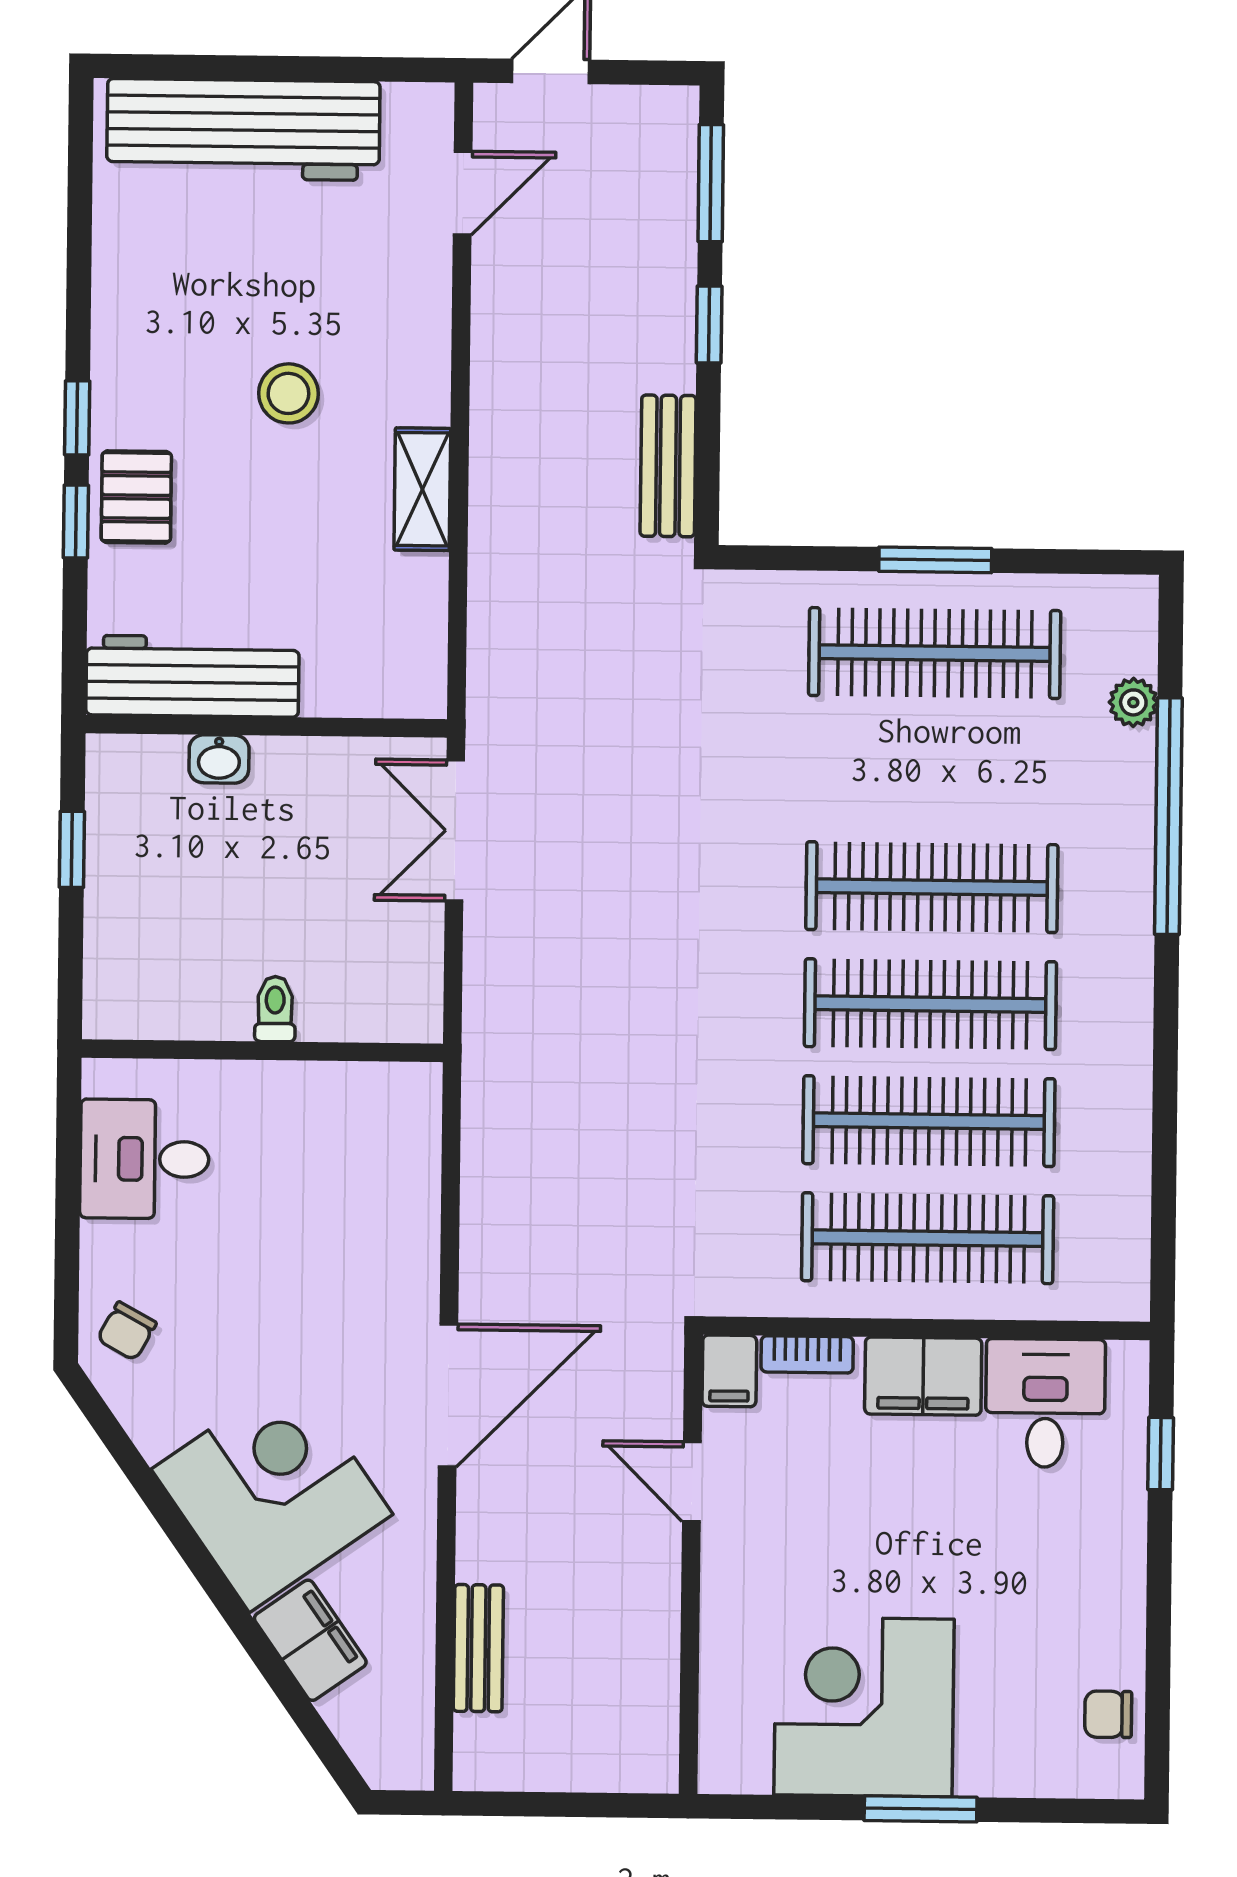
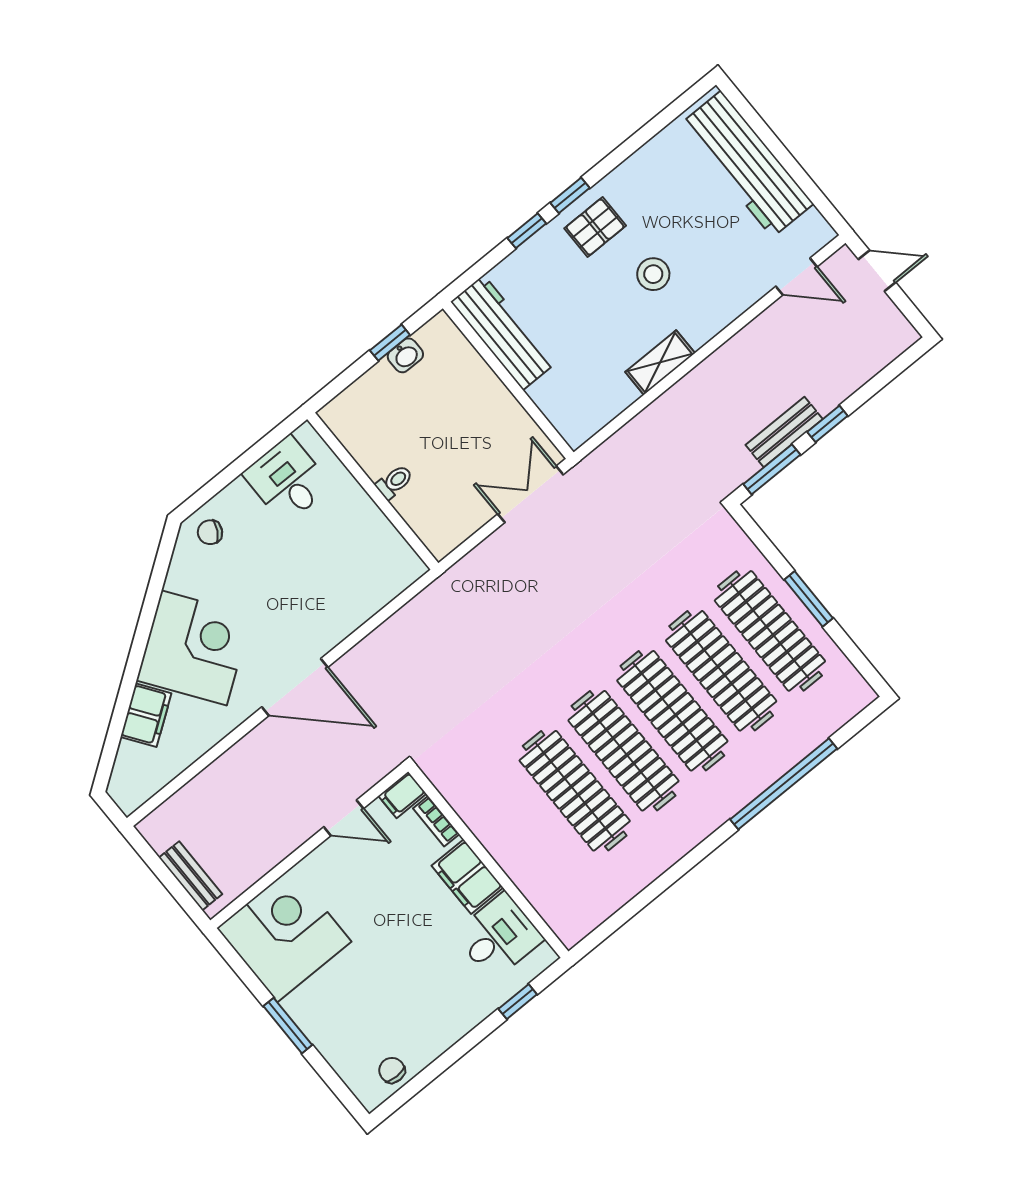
window: (711, 183) -> (772, 469), moved
bench: (668, 466) -> (784, 432), moved
pallet: (136, 497) -> (595, 227), moved
plant: (1133, 702) -> (818, 730), removed
washbasin: (219, 759) -> (405, 355), moved, turned -90
clothes rail: (928, 1238) -> (721, 671), moved
door: (692, 1482) -> (344, 818), swing flipped
bench: (478, 1648) -> (191, 876), moved, turned 90
corner desk: (864, 1707) -> (284, 935), moved

